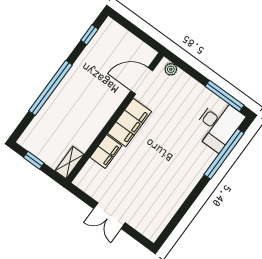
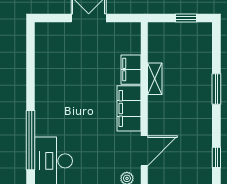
window: (51, 88) -> (216, 89), width x0.47
shelving: (70, 163) -> (155, 79), moved

